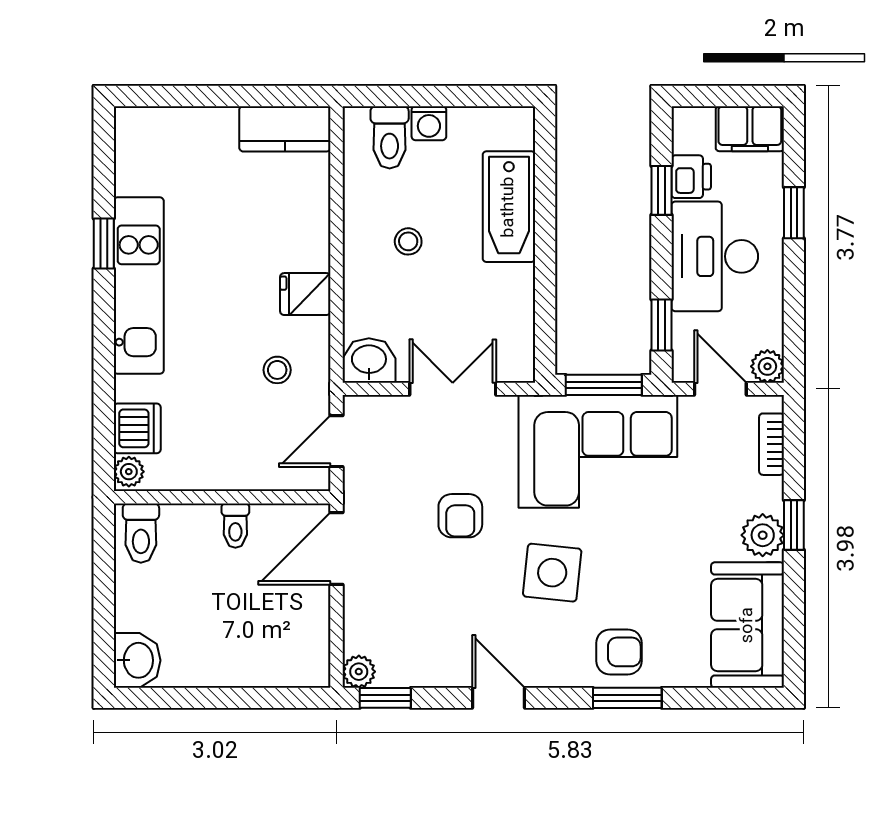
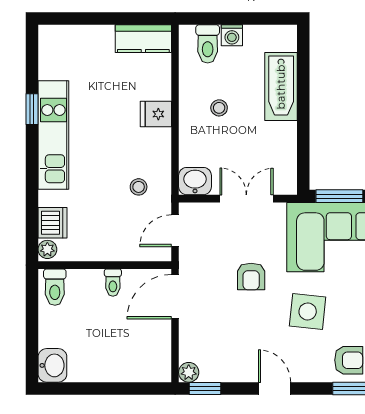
fridge: (305, 294) -> (156, 114), moved

